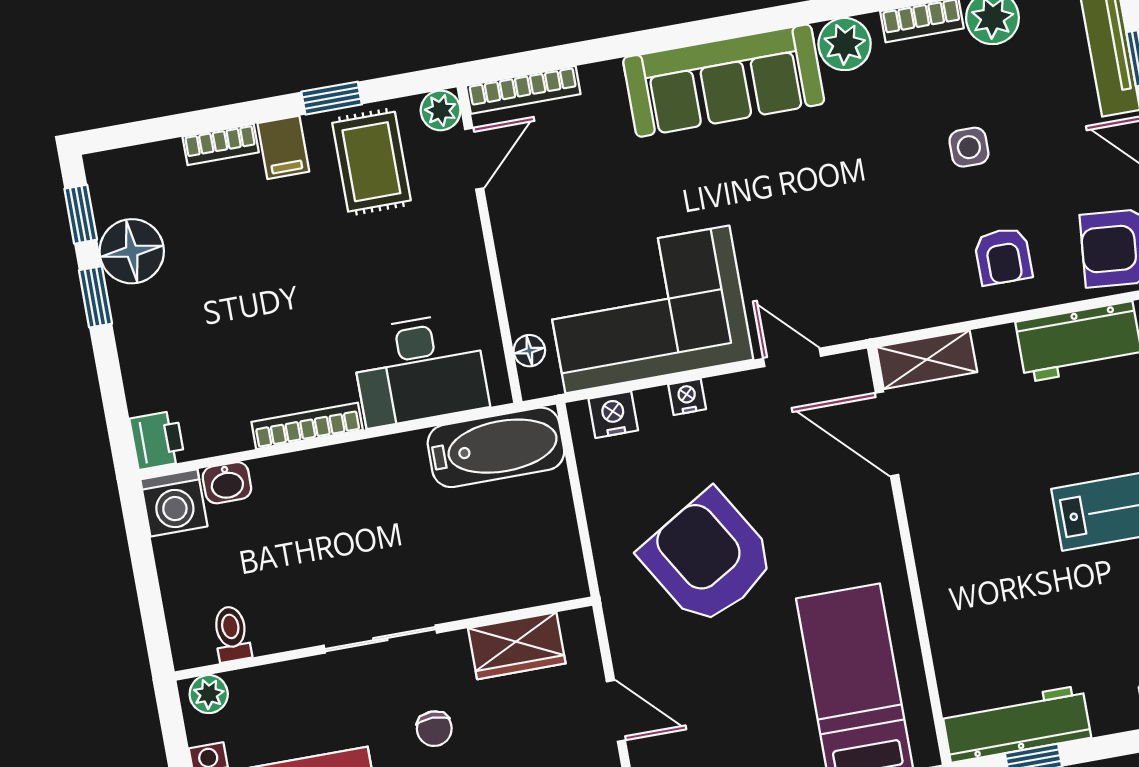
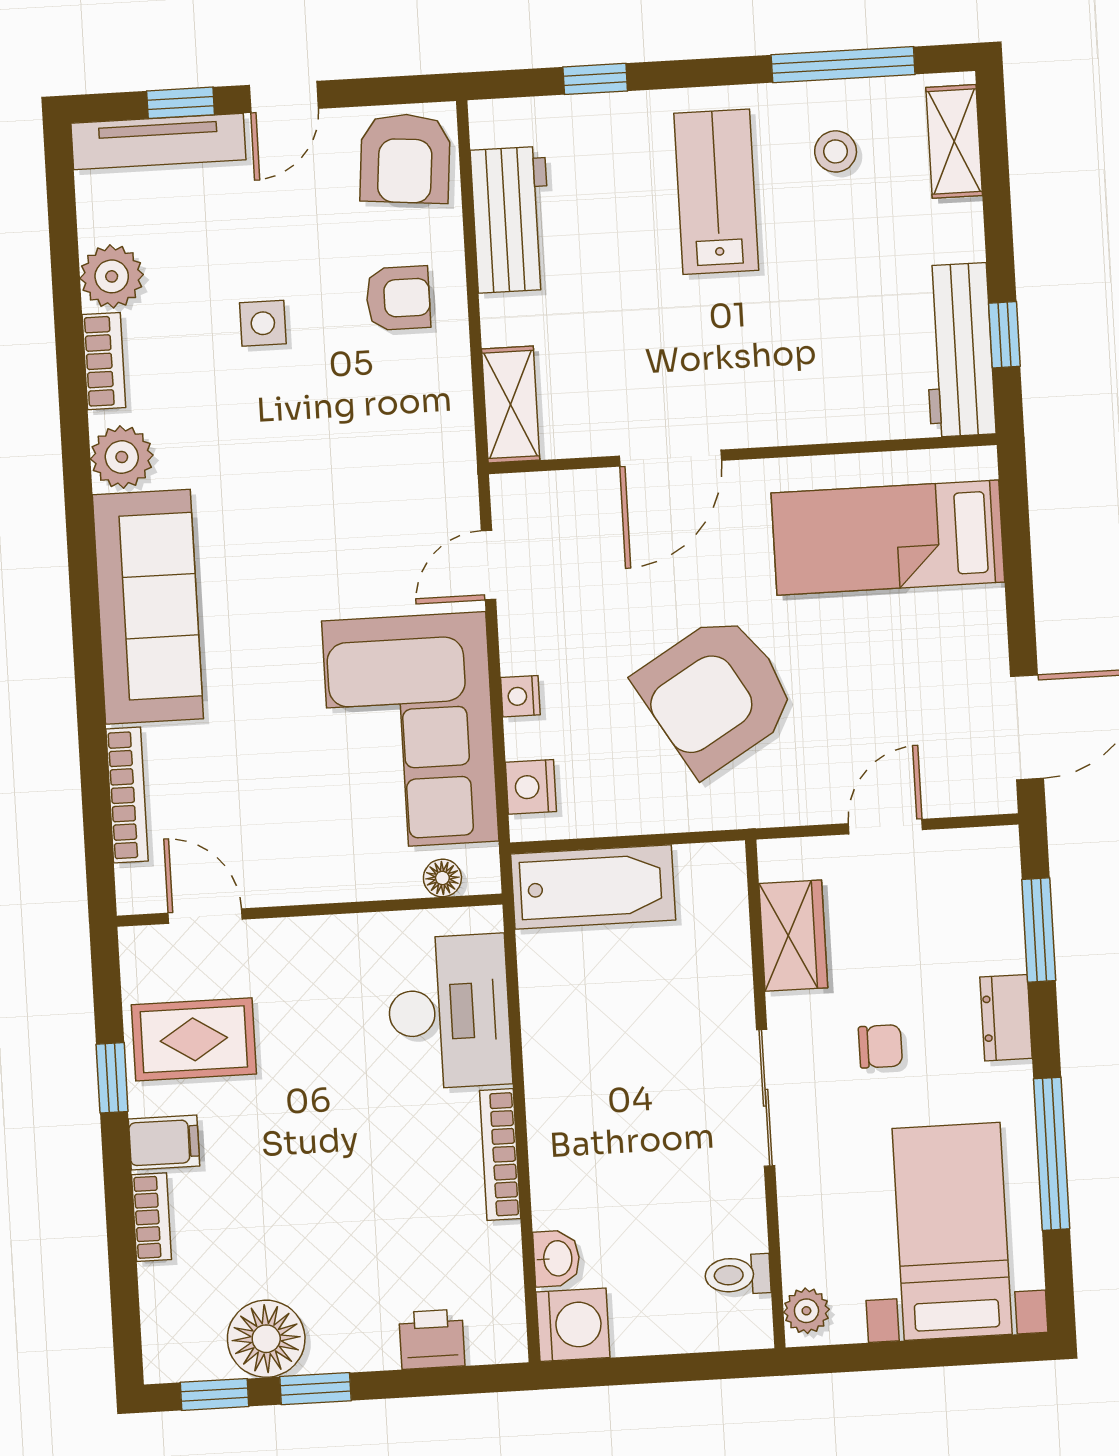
bookcase: (523, 90) -> (127, 795), moved
plant: (441, 110) -> (143, 949), removed
door: (887, 434) -> (670, 458), moved
printer: (157, 440) -> (432, 1339), moved
bathtub: (496, 447) -> (593, 887), moved, turned 90

